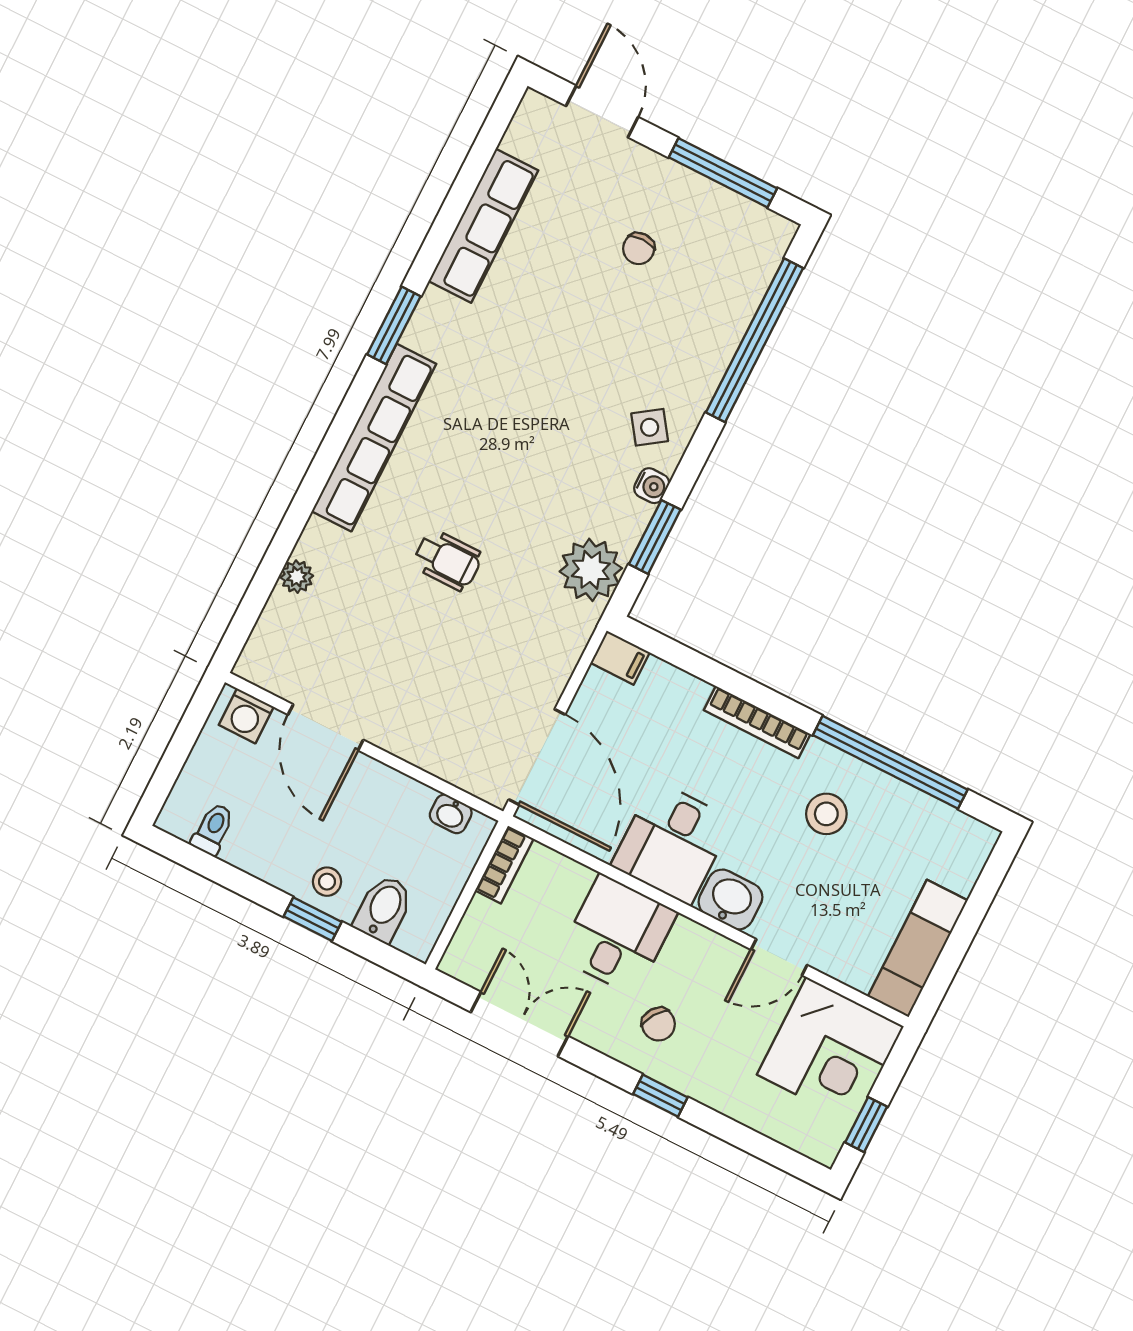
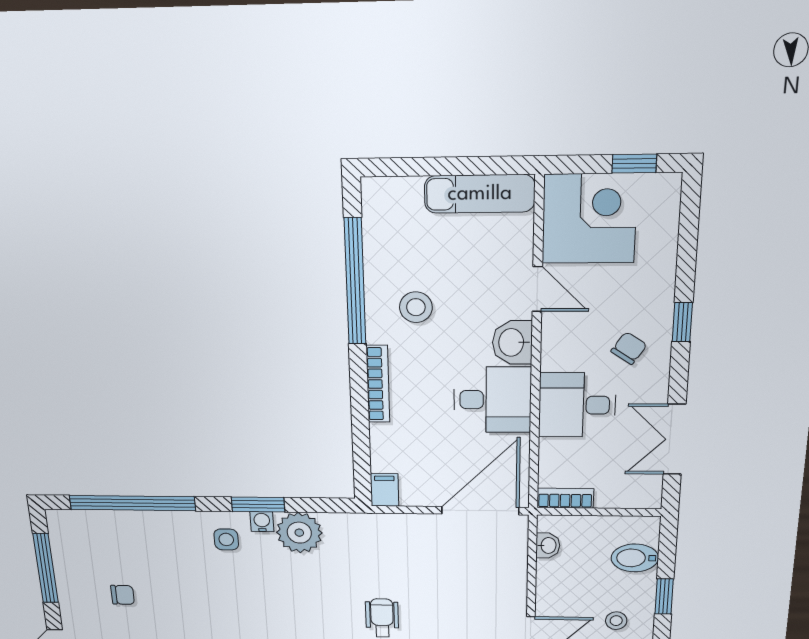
side table: (650, 427) -> (226, 539), turned 35
window: (655, 537) -> (258, 504), moved
plant: (591, 570) -> (299, 533), moved
stool: (327, 882) -> (616, 621), moved

